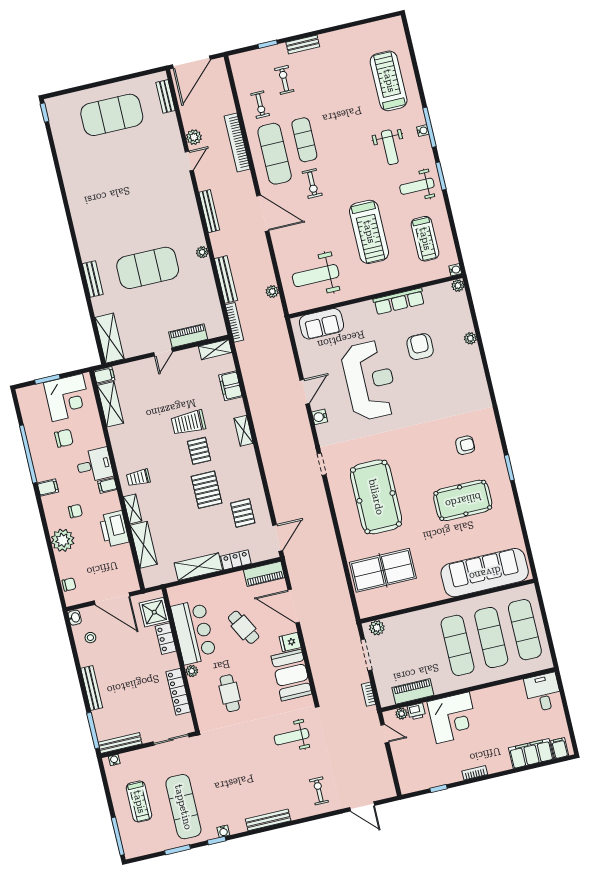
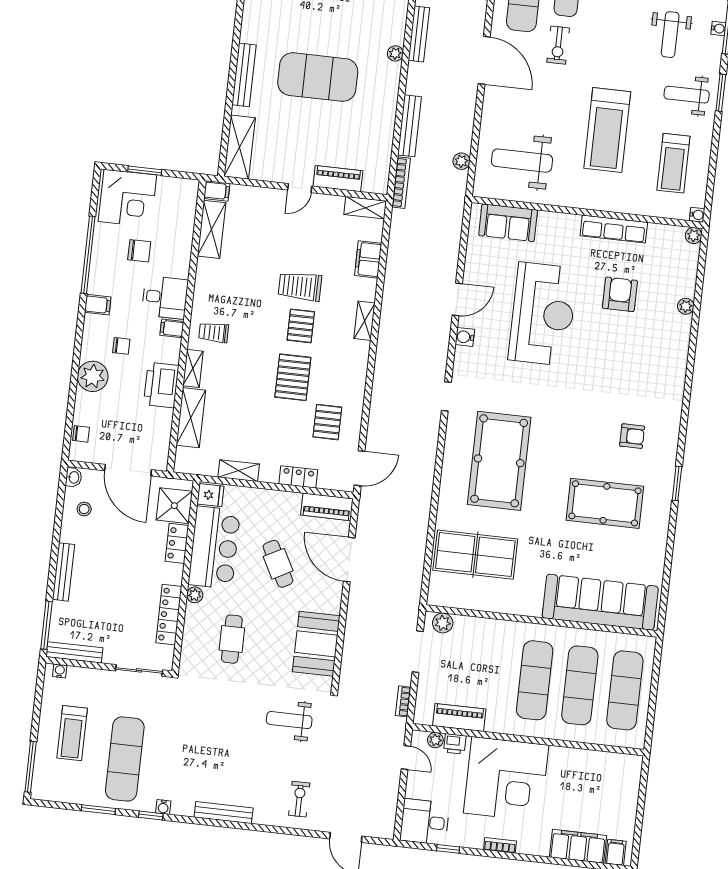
plant: (202, 252) -> (395, 53), moved
bench: (93, 279) -> (244, 75), width x1.36
corner desk: (67, 398) -> (127, 198), moved
shelving: (198, 567) -> (239, 471), width x0.67, depth x0.75
fridge: (290, 642) -> (210, 495), moved, turned 180
desk: (543, 692) -> (425, 822), moved, turned -90
corner desk: (453, 718) -> (506, 779), width x1.36, depth x1.36

